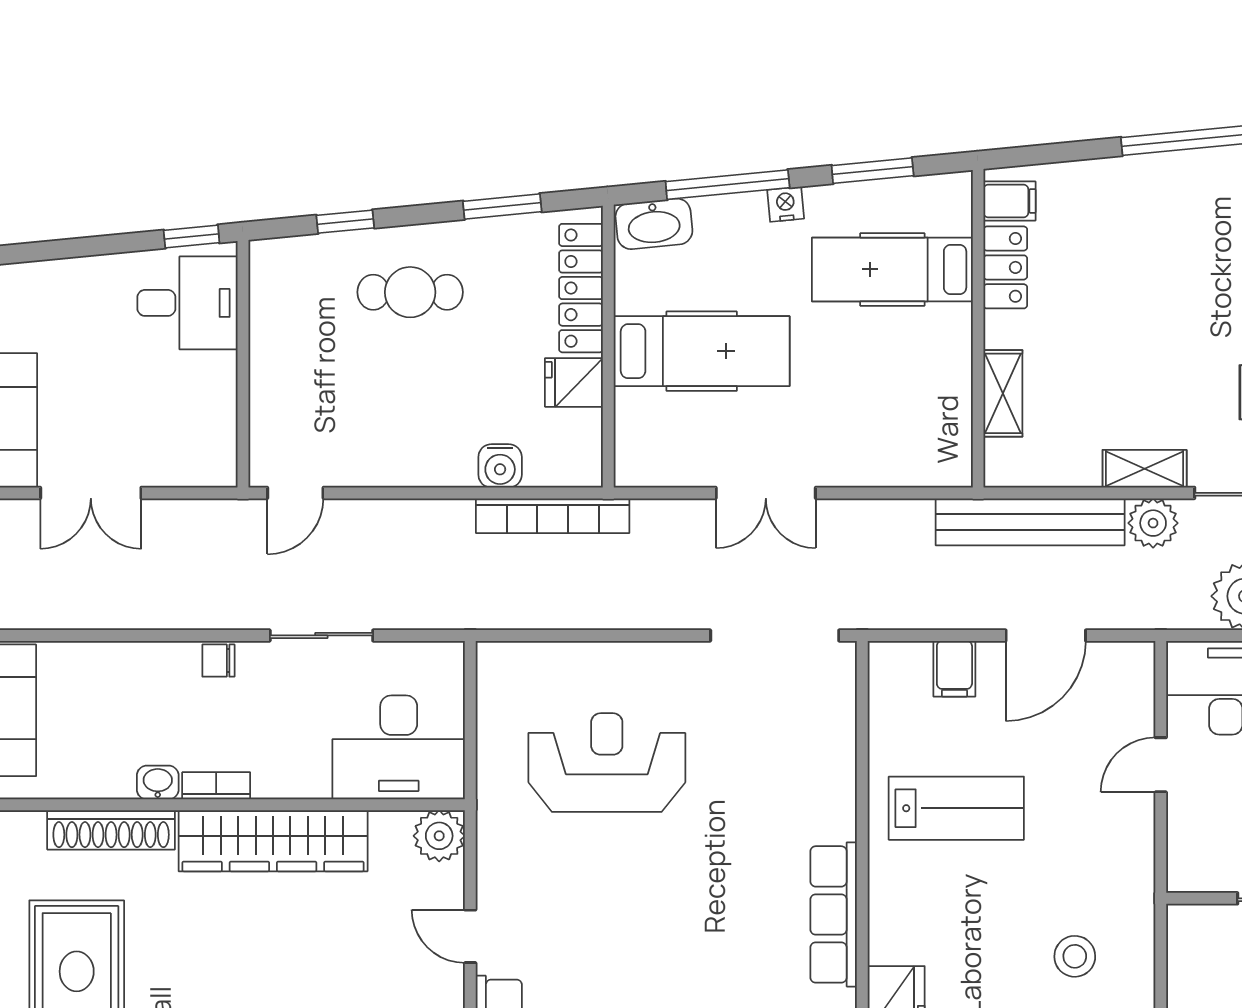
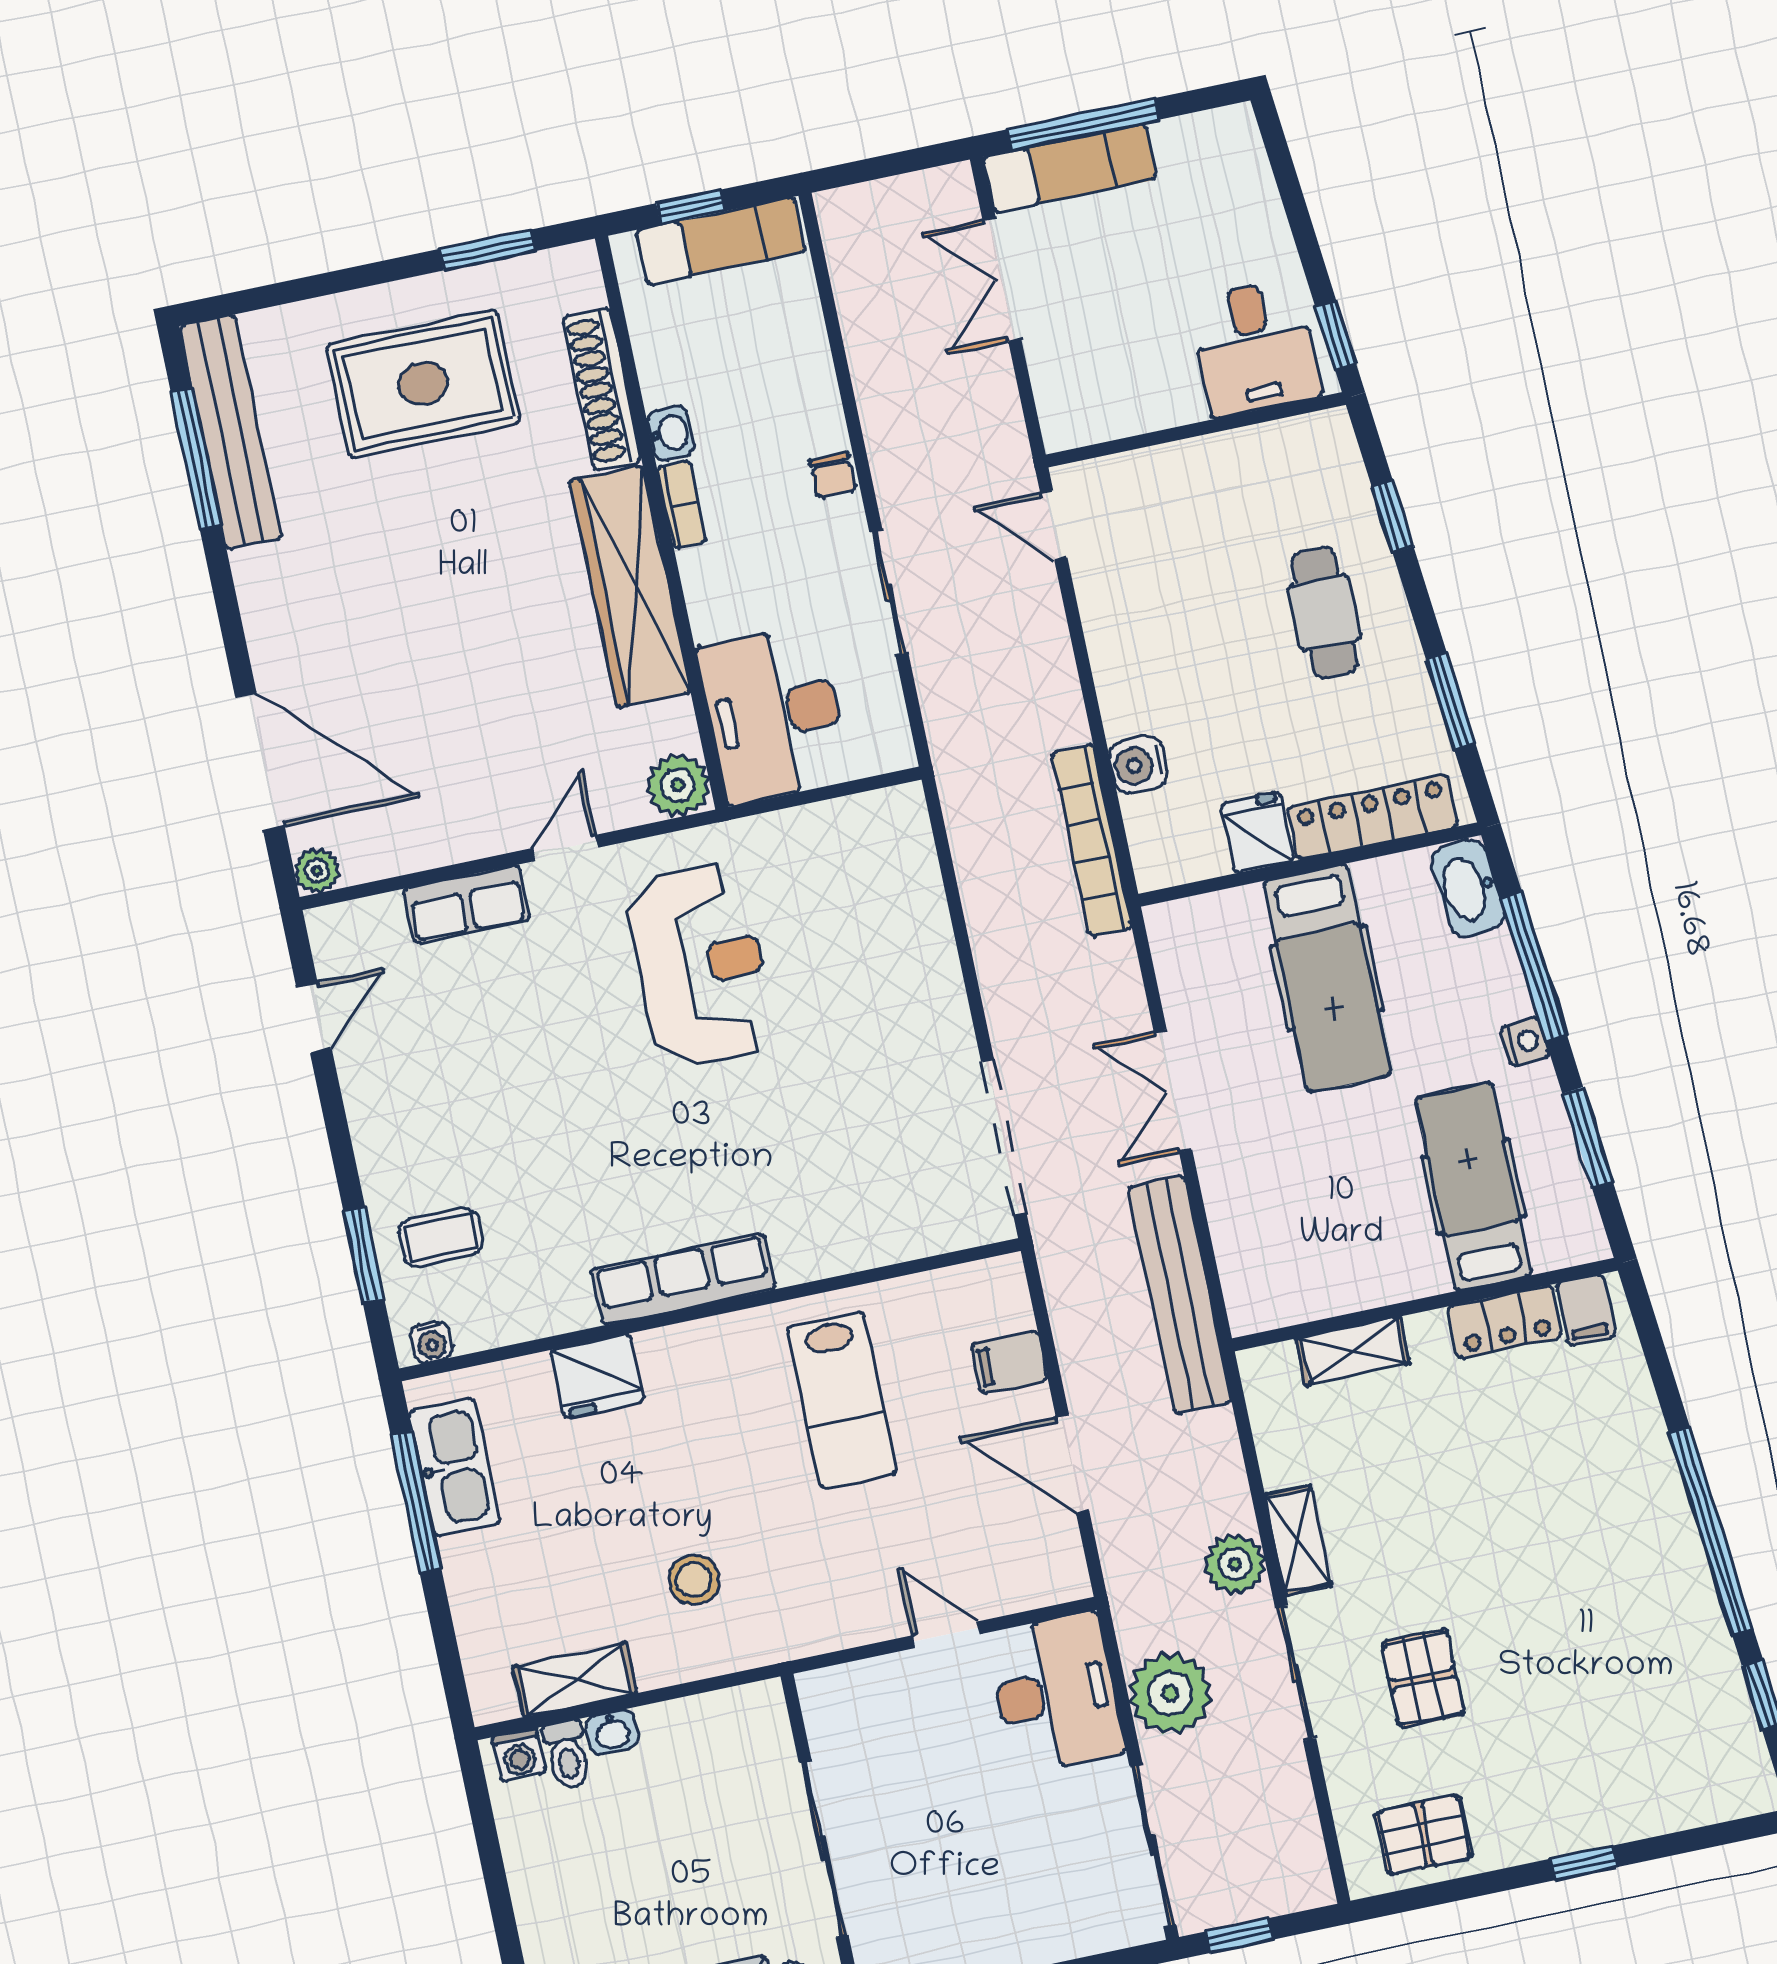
bench: (1030, 522) -> (1180, 1295), moved
chair: (218, 661) -> (833, 475), turned 180
reception desk: (607, 763) -> (700, 965), moved

